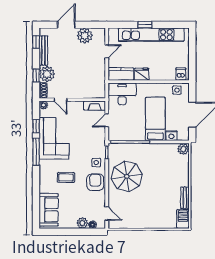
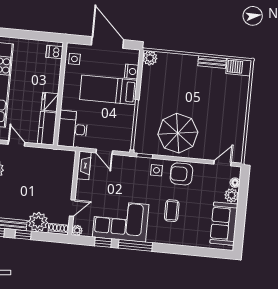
window: (36, 75) -> (23, 235), moved
sofa: (49, 210) -> (224, 224), moved, turned -90

